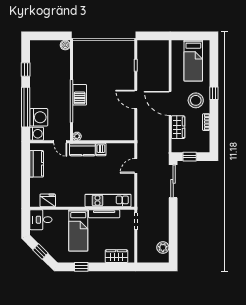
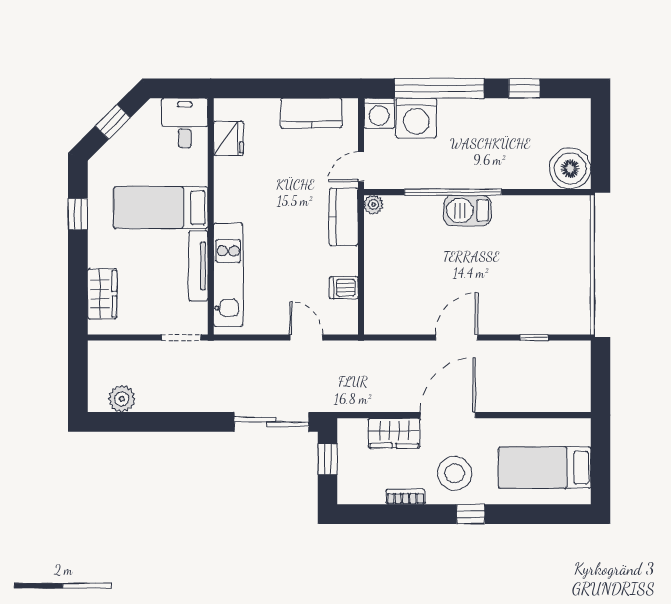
boiler: (65, 45) -> (570, 169), width x1.86, depth x1.86
dishwasher: (101, 149) -> (344, 288), moved

